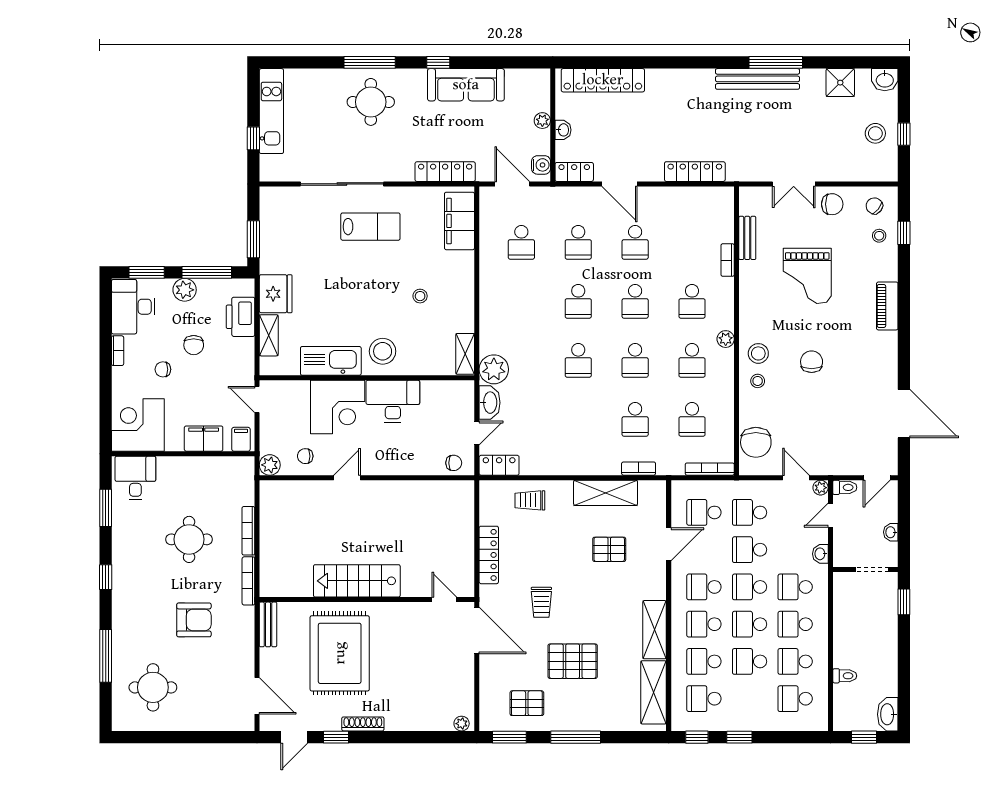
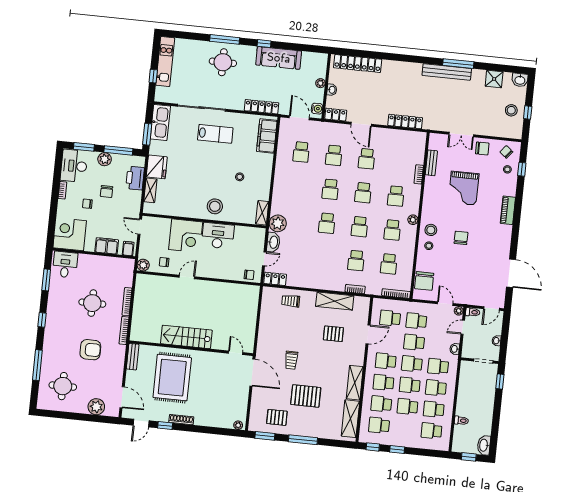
kitchen sink: (331, 361) -> (160, 122), moved, turned 90
locker: (489, 555) -> (264, 330), removed
plant: (214, 717) -> (96, 407), added

